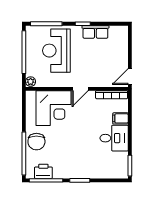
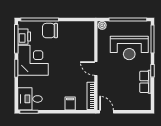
reception desk: (56, 51) -> (129, 48), turned 180
corner desk: (54, 108) -> (33, 60), moved, turned 180
desk: (114, 138) -> (30, 99), moved, turned 90

